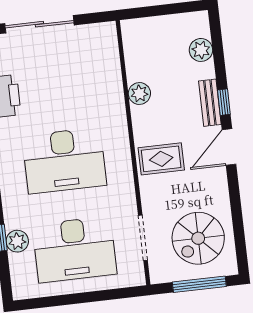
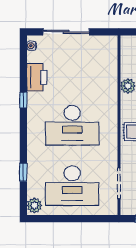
plant: (17, 241) -> (34, 205), moved

